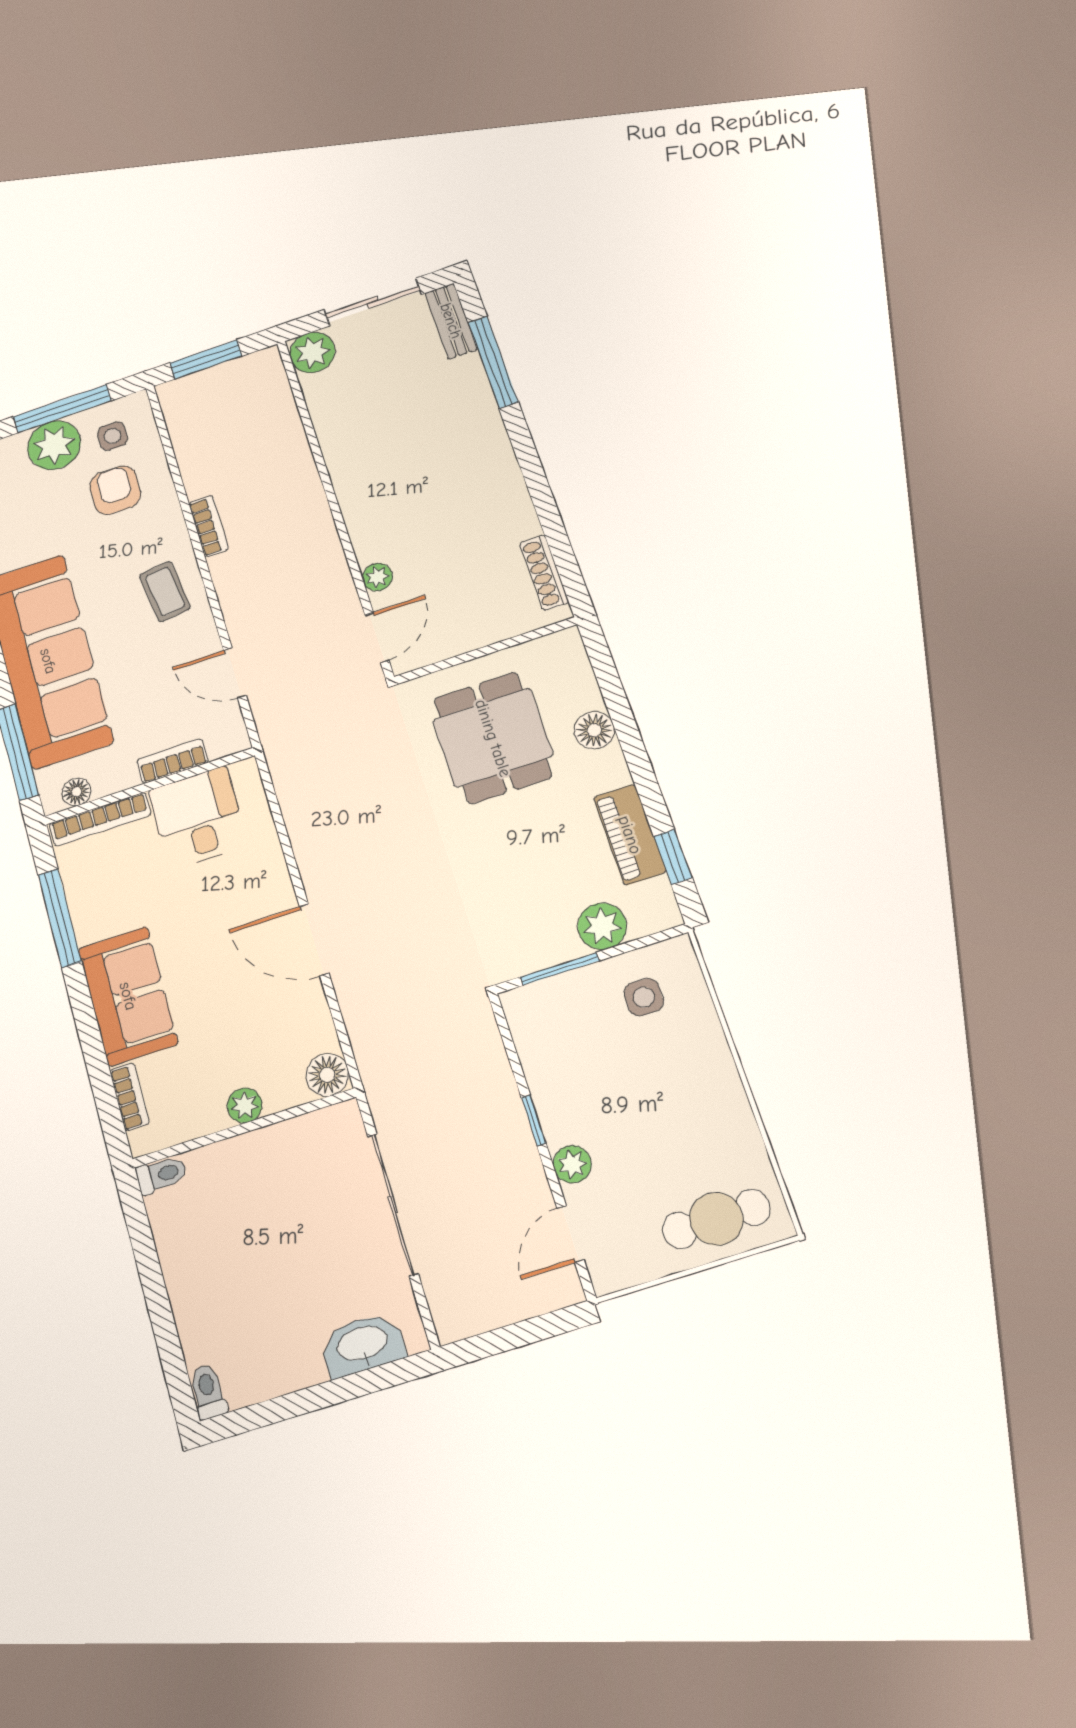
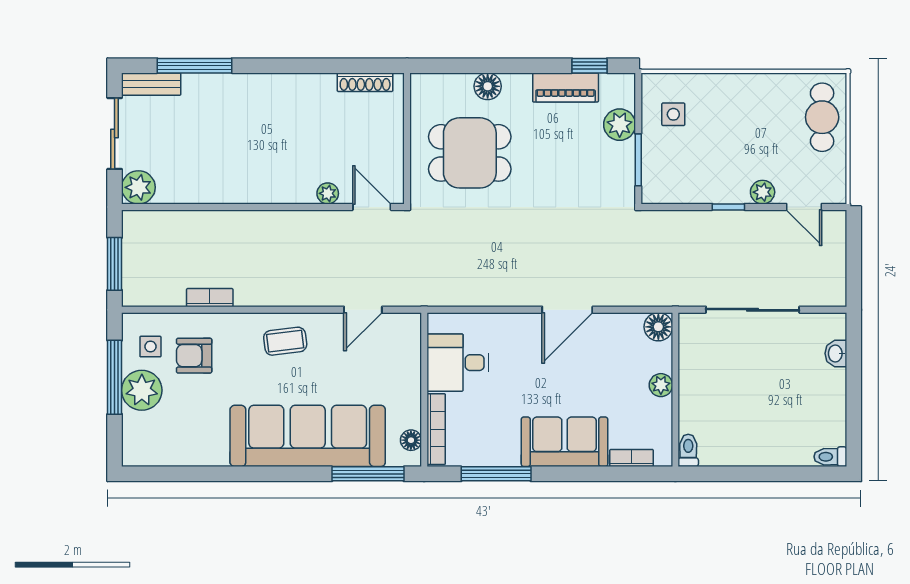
bookcase: (209, 526) -> (210, 298), moved
bookcase: (173, 761) -> (412, 369), removed
washbasin: (362, 1345) -> (836, 353), width x0.52, depth x0.69

